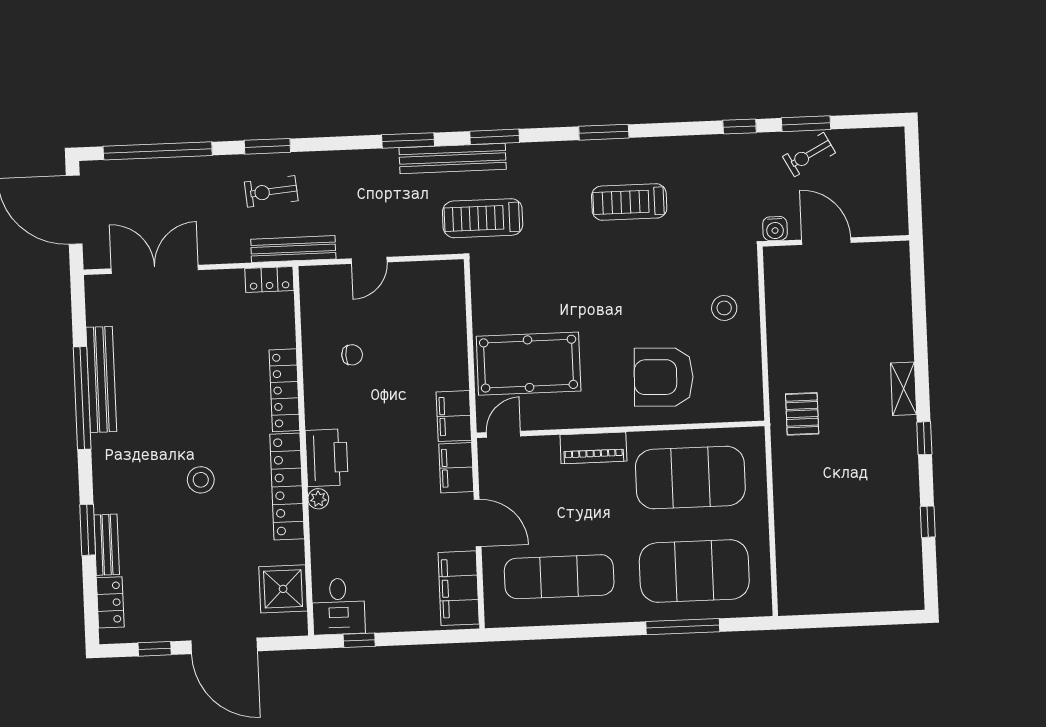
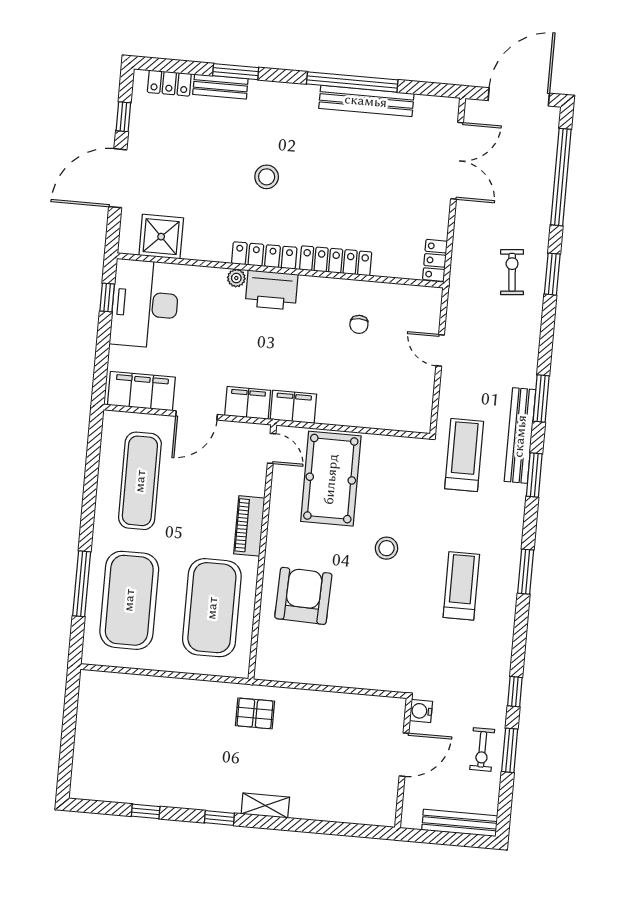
exercise bike: (809, 155) -> (482, 749), turned -152
bench: (293, 249) -> (460, 823), moved, turned 90
stool: (724, 308) -> (387, 548), moved
locker: (287, 487) -> (264, 255), width x0.71, depth x0.83
desk: (338, 606) -> (145, 304), width x1.87, depth x1.30

